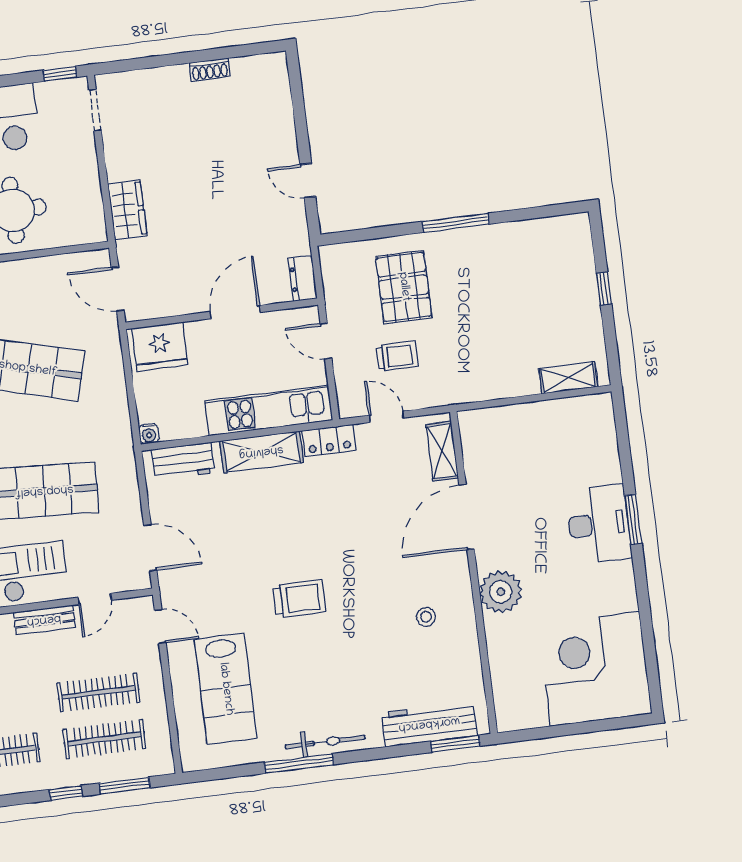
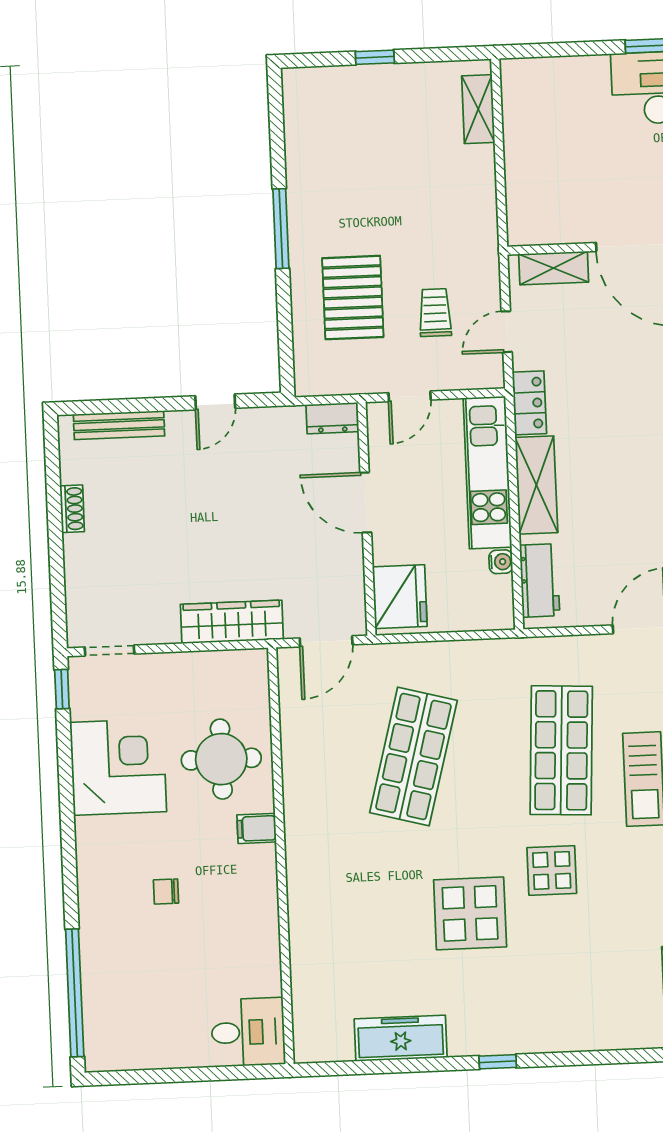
bench: (282, 103) -> (119, 425), added
wardrobe: (127, 210) -> (232, 622), width x1.50
pallet: (404, 287) -> (353, 298), turned 90
water cooler: (149, 434) -> (501, 562), moved

